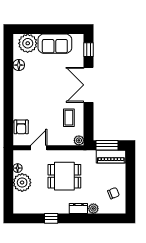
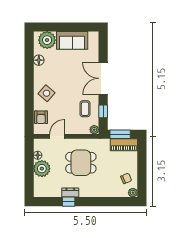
window: (89, 50) -> (103, 111), moved
side table: (27, 101) -> (47, 93), added
dresser: (78, 208) -> (70, 193), moved
plant: (93, 209) -> (133, 193), moved

